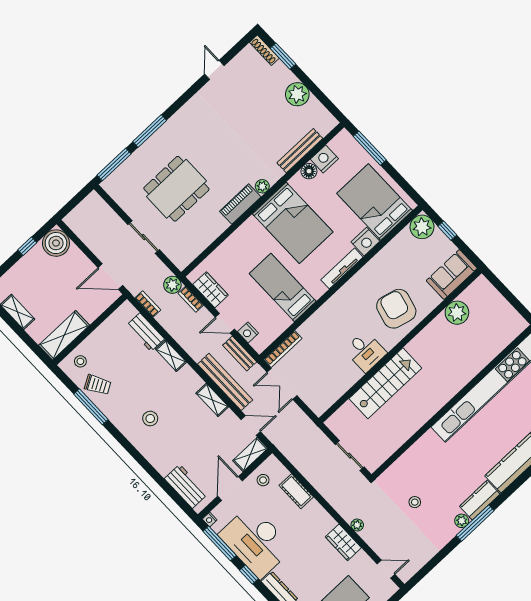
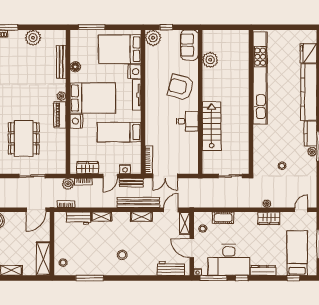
nightstand: (324, 159) -> (76, 121), moved
trolley: (98, 385) -> (82, 265), removed

